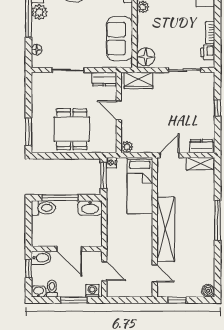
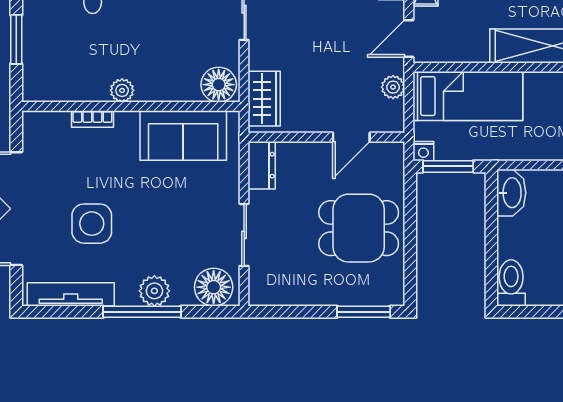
plant: (39, 12) -> (154, 291), moved
floor lamp: (37, 50) -> (214, 287), width x1.89, depth x1.89
door: (119, 110) -> (351, 137), moved
plant: (127, 147) -> (393, 87), moved
door: (170, 155) -> (409, 39), hinge flipped
window: (60, 198) -> (491, 251), removed

